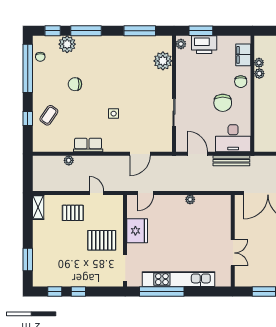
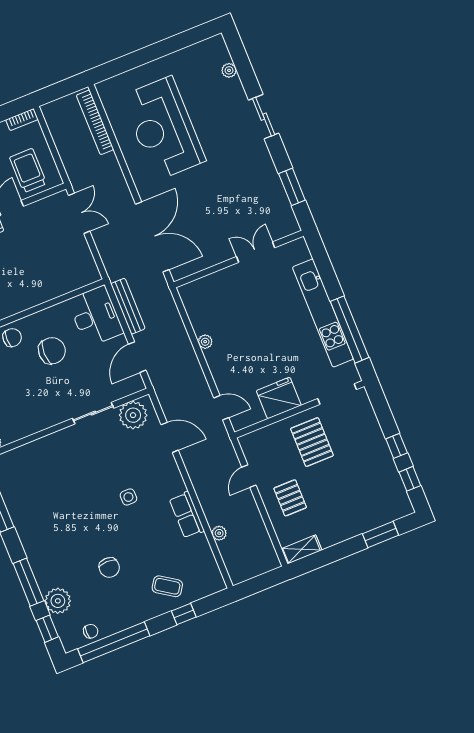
plant: (163, 61) -> (133, 415), moved

